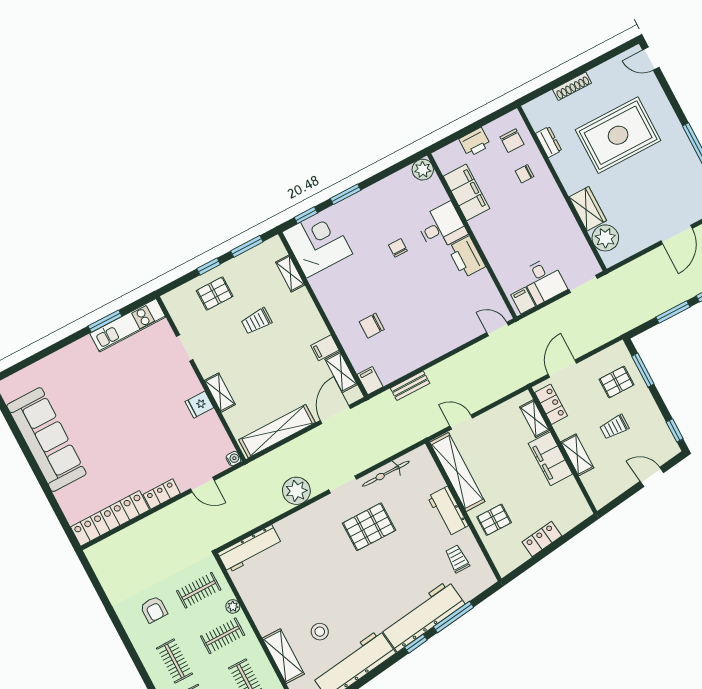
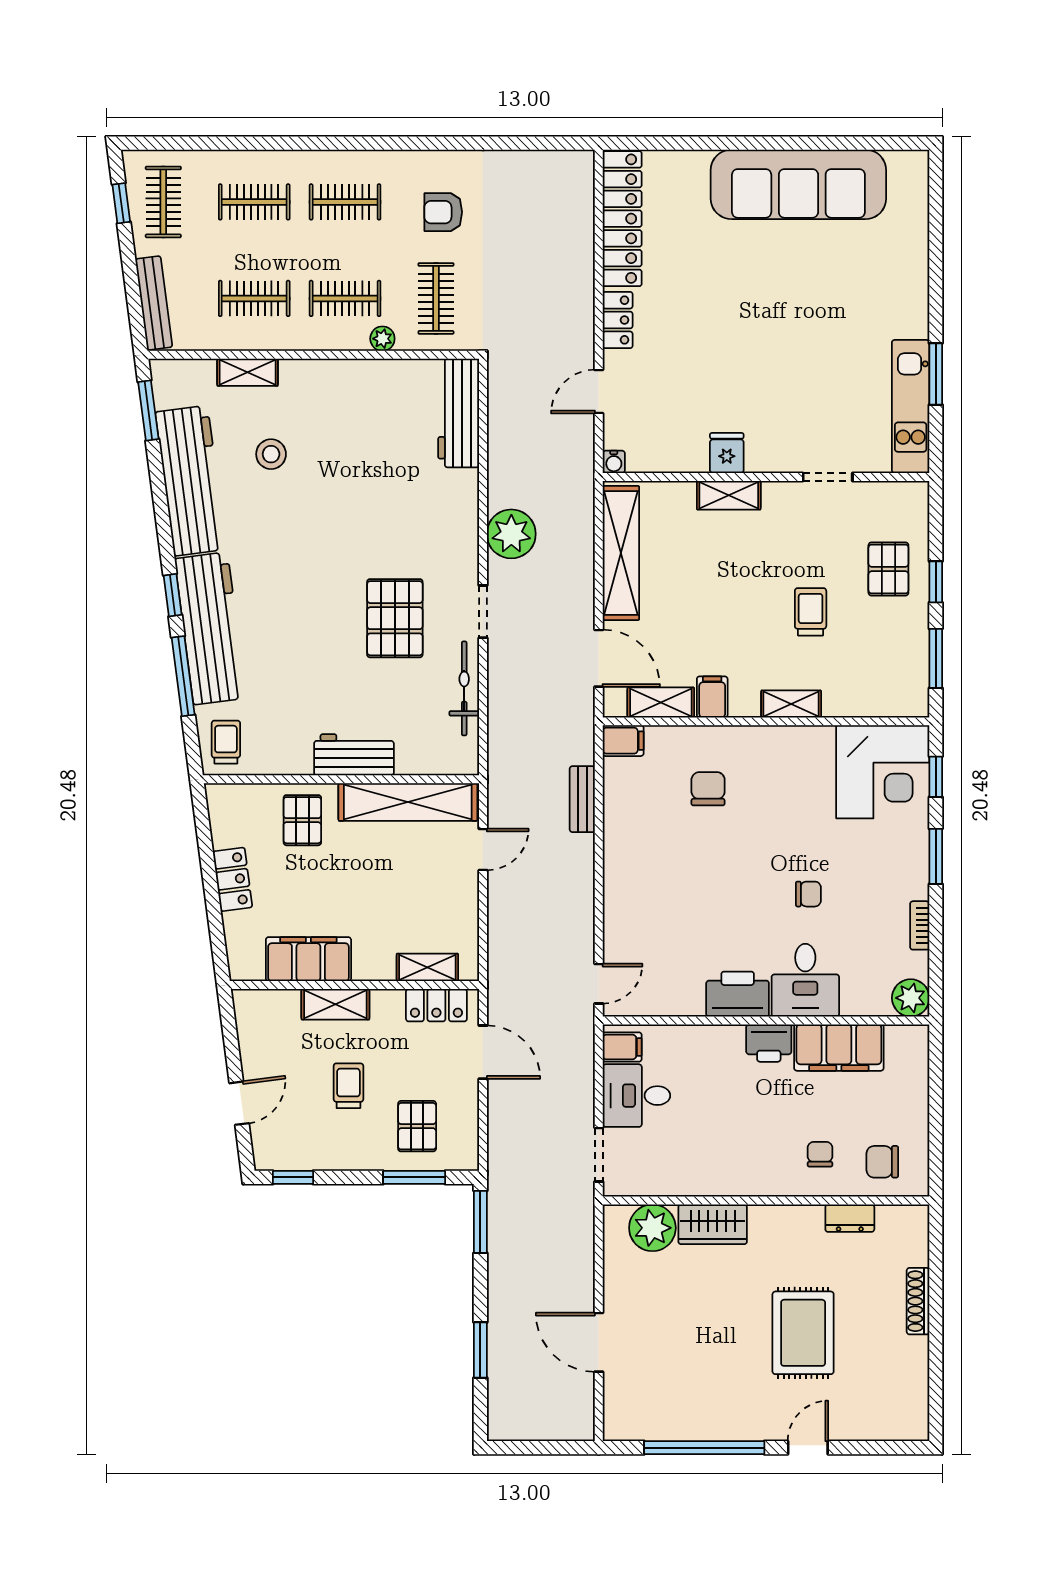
door: (651, 59) -> (808, 1448), moved
rug: (618, 135) -> (803, 1333), width x0.73, depth x0.69
printer: (475, 142) -> (769, 1043), moved, turned -90
bookcase: (384, 184) -> (920, 925), added
shelving: (290, 274) -> (791, 704), moved
window: (673, 312) -> (480, 1222), moved
filing cabinet: (550, 459) -> (308, 959), moved
trolley: (457, 559) -> (226, 742), moved, turned -90
clothes rail: (223, 636) -> (345, 298), turned 90
shelving: (283, 656) -> (248, 372), width x0.67, depth x0.75

